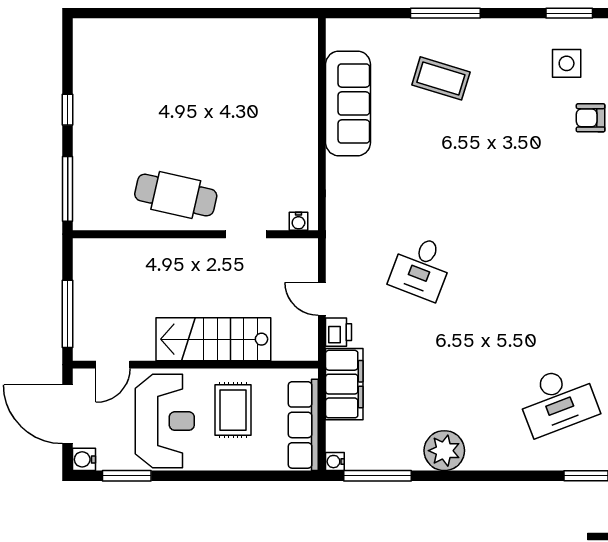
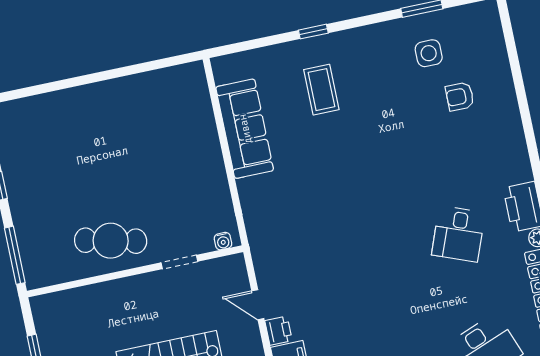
window: (445, 13) -> (313, 32), width x0.46
coffee table: (441, 78) -> (321, 90), turned 73
desk: (421, 268) -> (458, 234), moved

